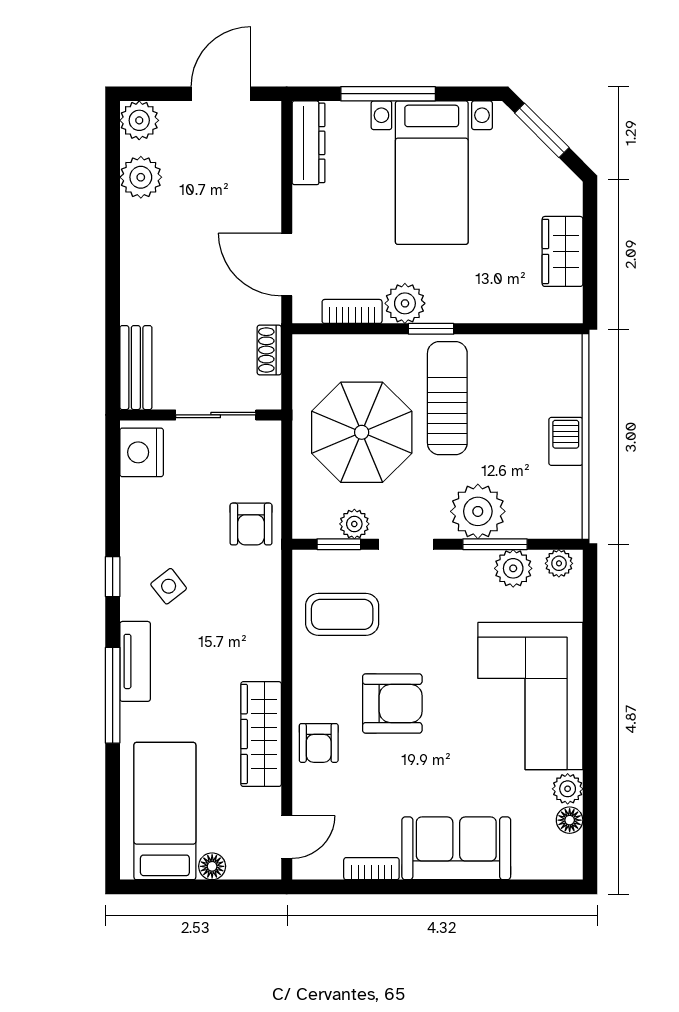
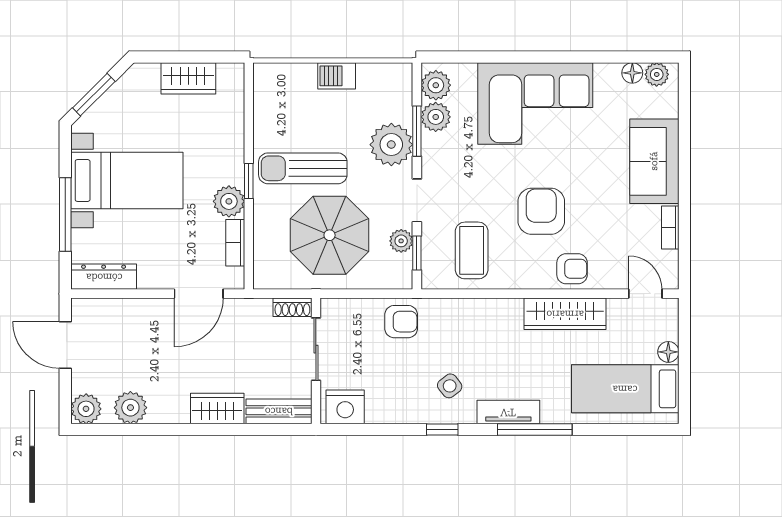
wardrobe: (140, 288) -> (217, 408), added
shoe rack: (269, 350) -> (292, 307), moved
plant: (559, 563) -> (436, 85), width x1.38, depth x1.38
plant: (568, 789) -> (657, 74), moved

